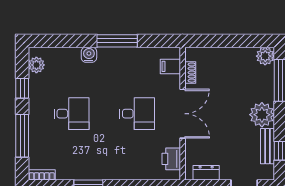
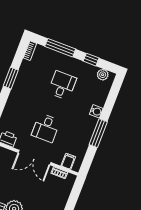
desk: (72, 114) -> (62, 85), turned 180

